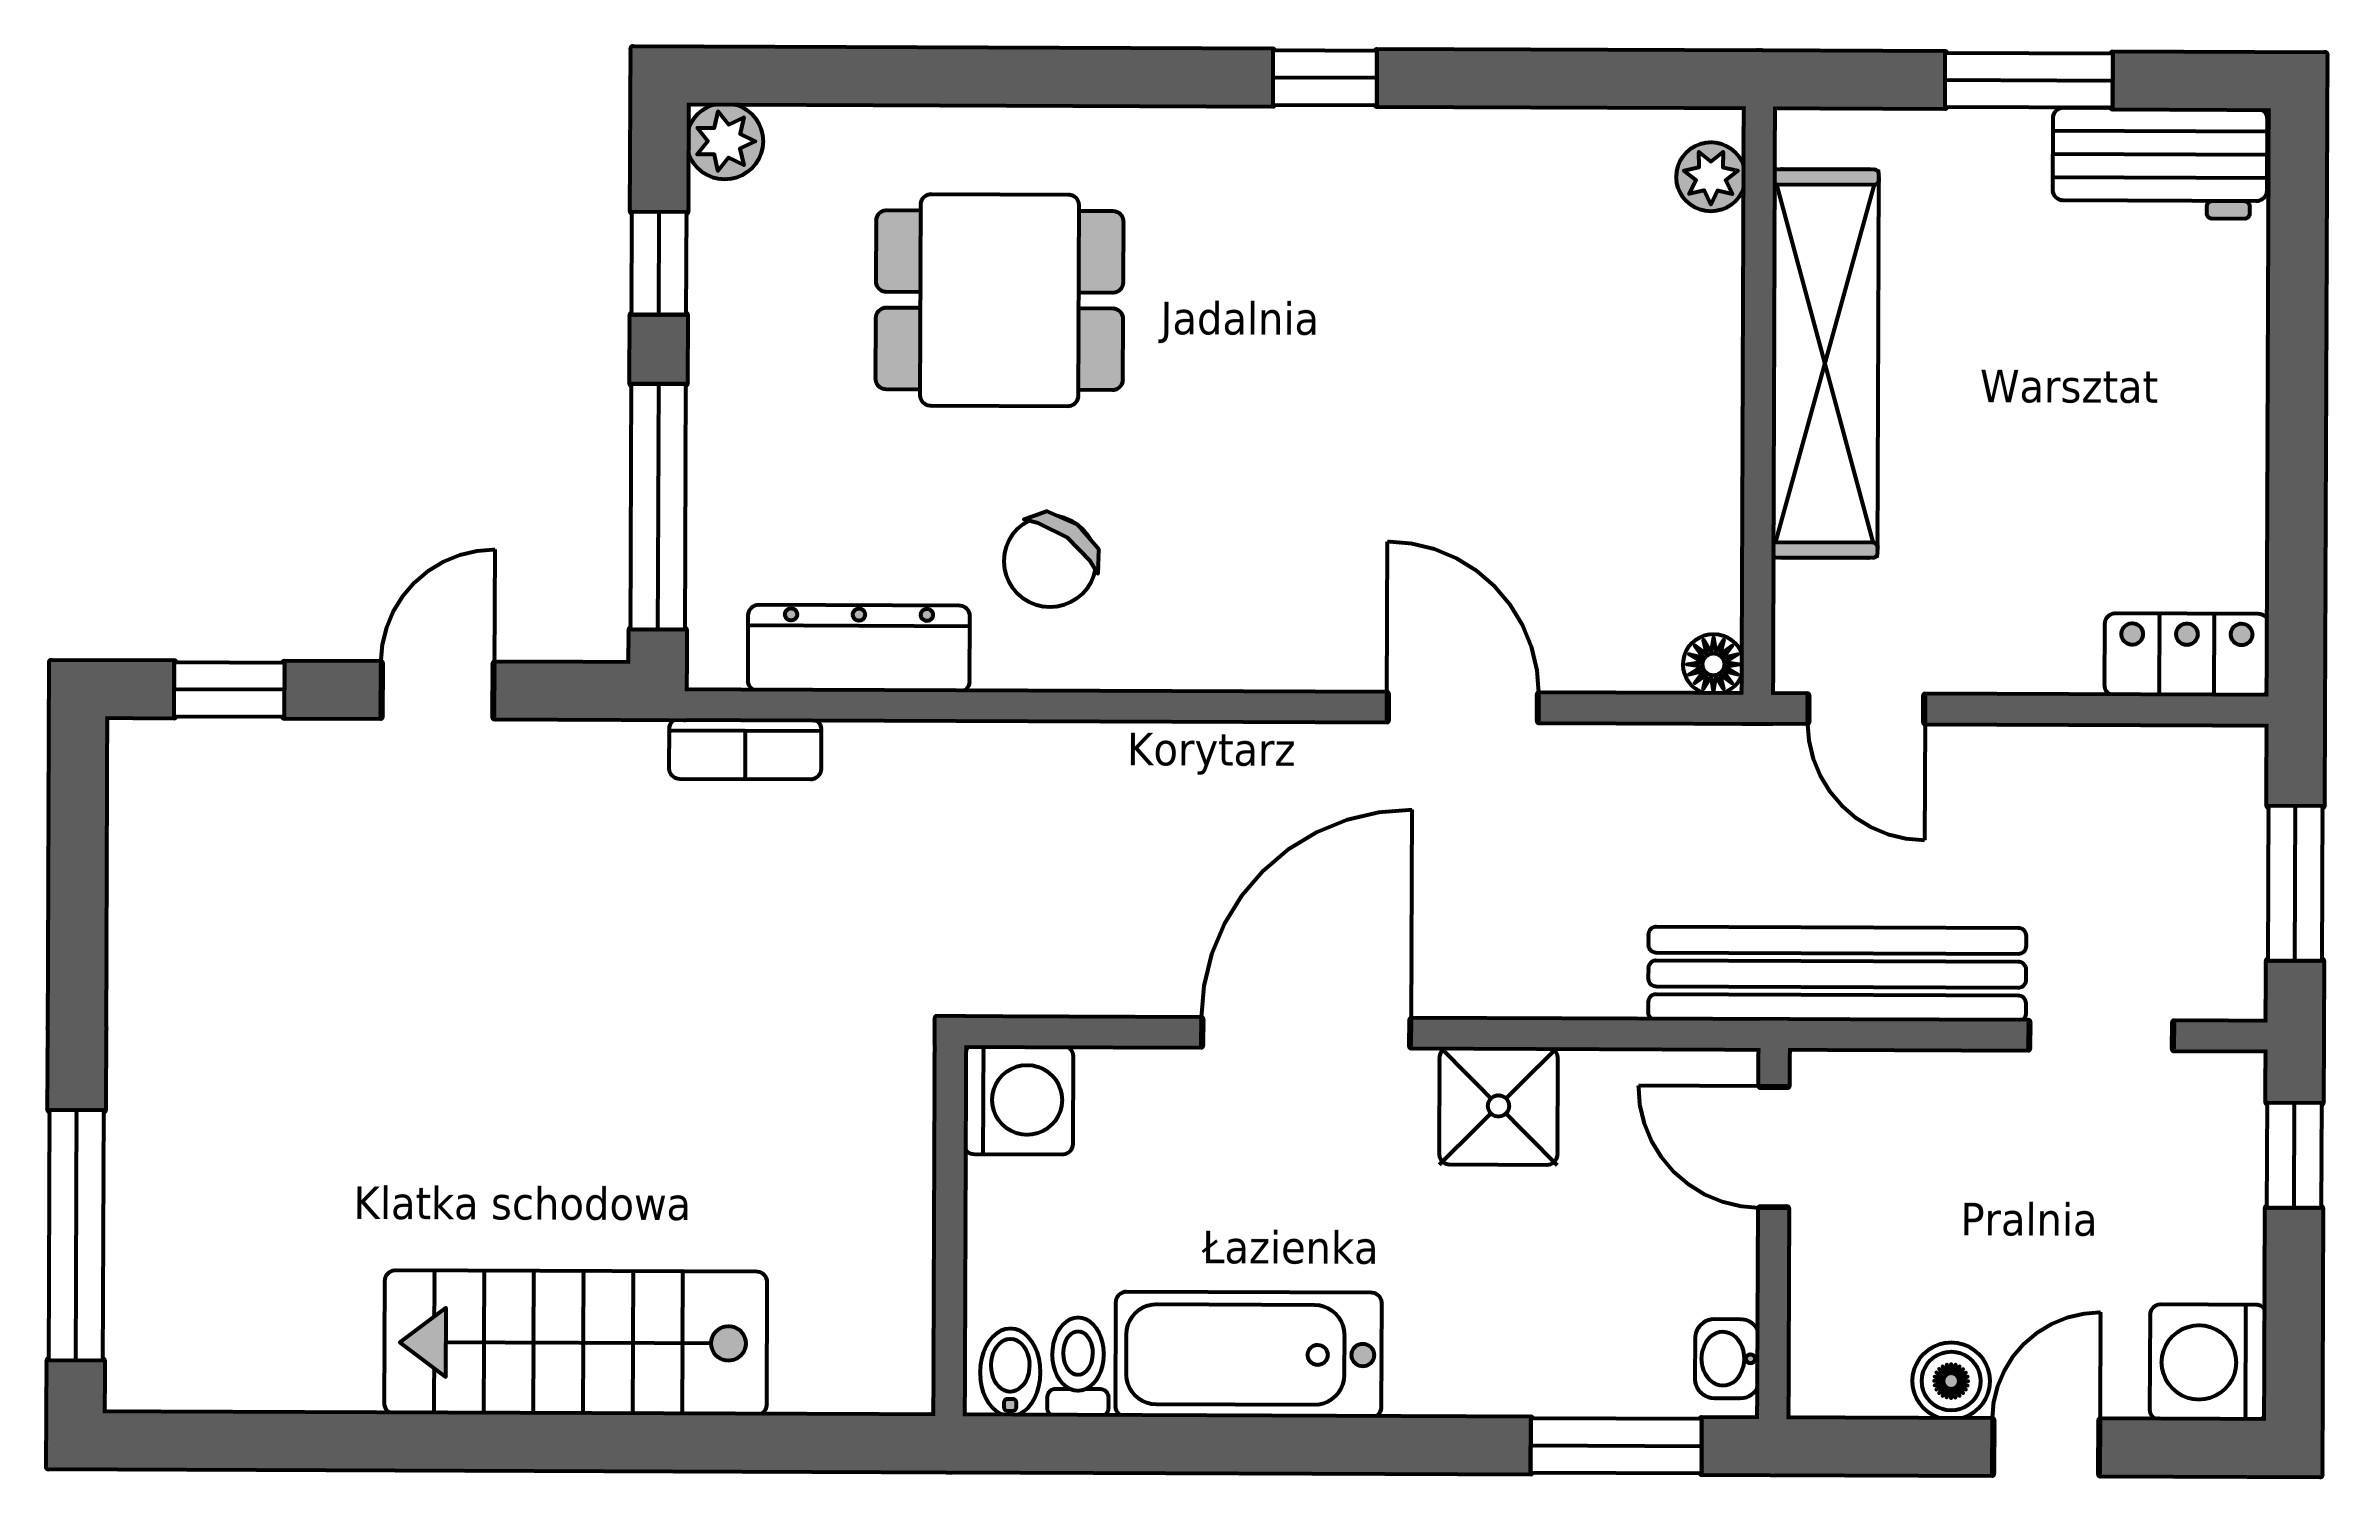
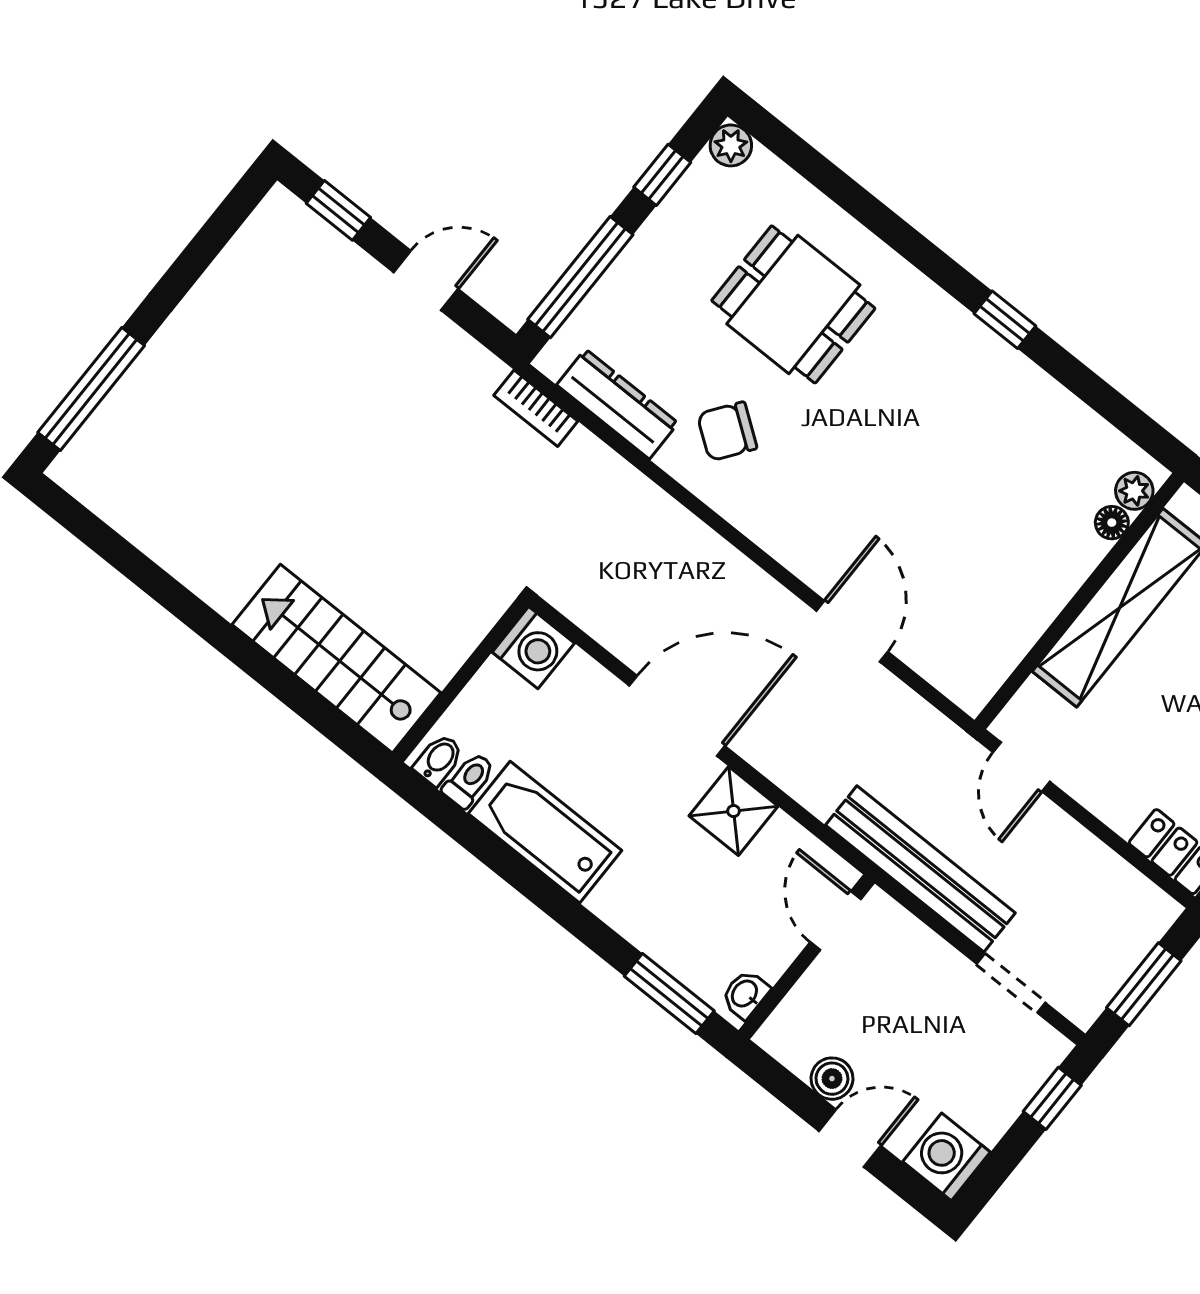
floor lamp: (1713, 664) -> (1112, 523), moved
stairs: (576, 1343) -> (336, 659), moved

